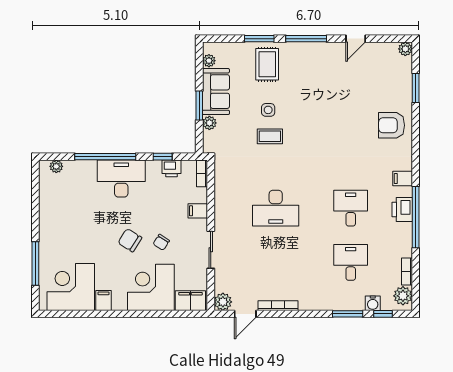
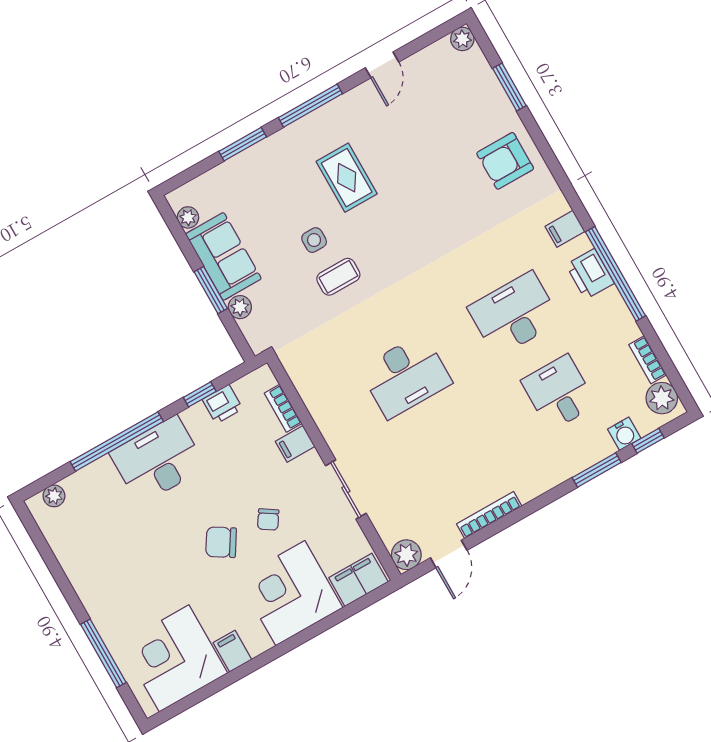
rug: (267, 64) -> (347, 178), moved
bookcase: (202, 173) -> (283, 408), moved
desk: (351, 208) -> (514, 314), width x1.37

